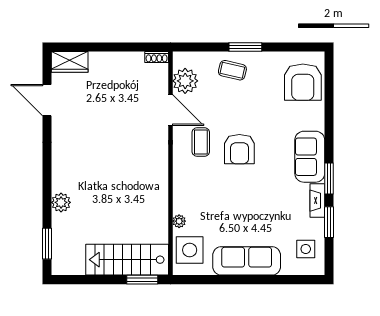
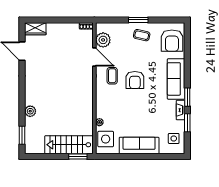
coffee table: (232, 70) -> (142, 35), moved
sofa: (310, 157) -> (176, 79), width x1.36

